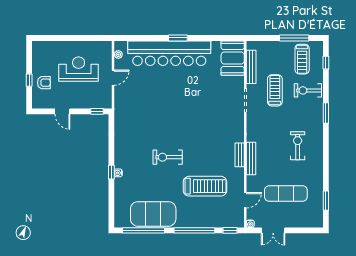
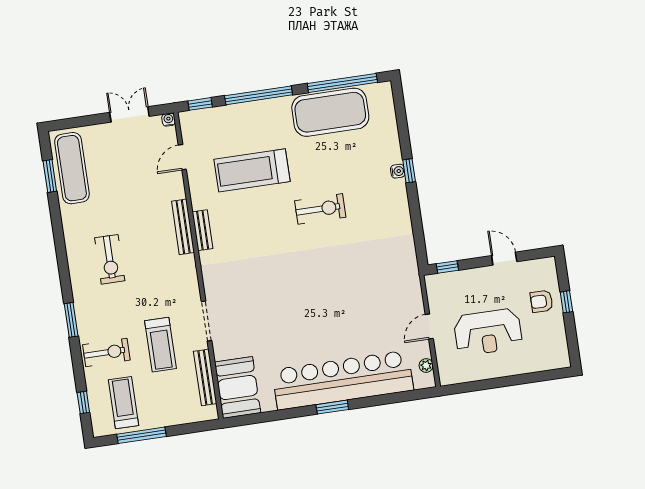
exercise mat: (286, 193) -> (72, 168), moved, turned 90

